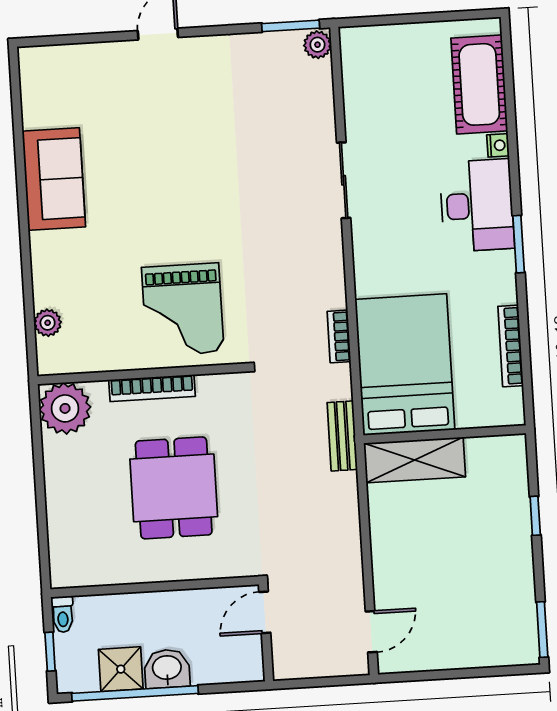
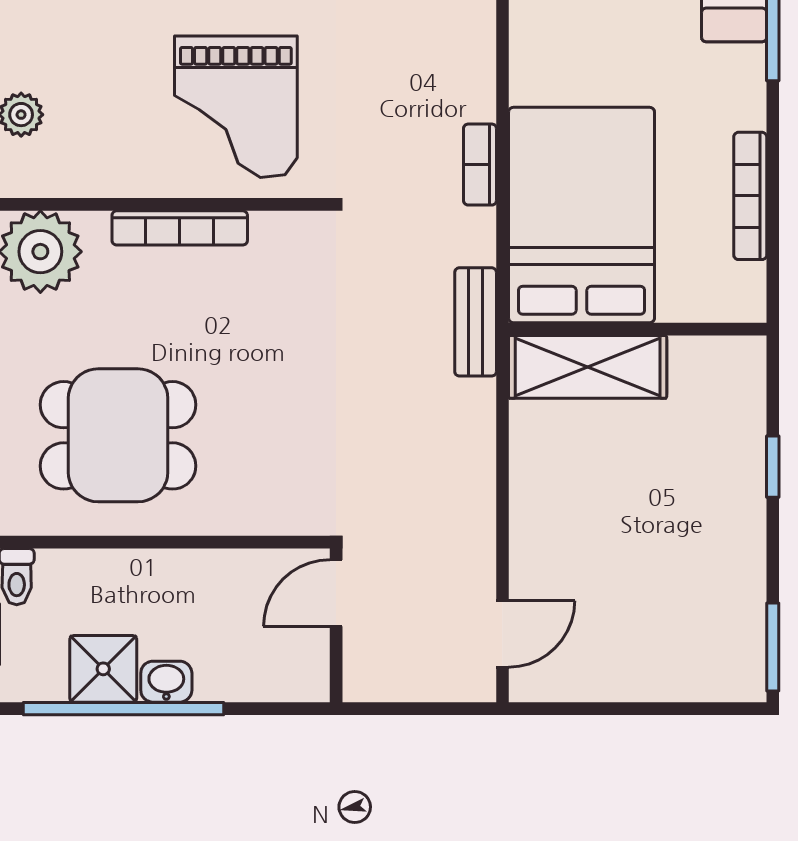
dining table: (174, 488) -> (118, 435), moved, turned 90
washbasin: (167, 669) -> (166, 682), width x0.72, depth x0.69

